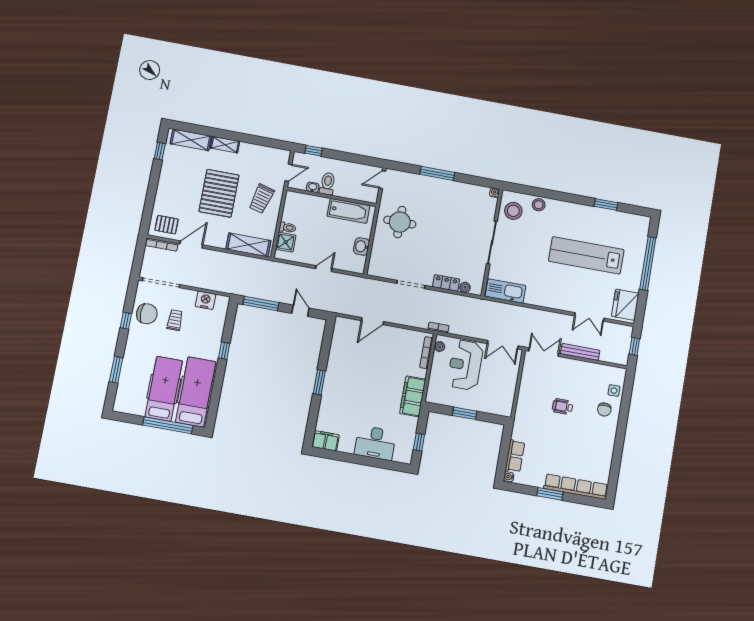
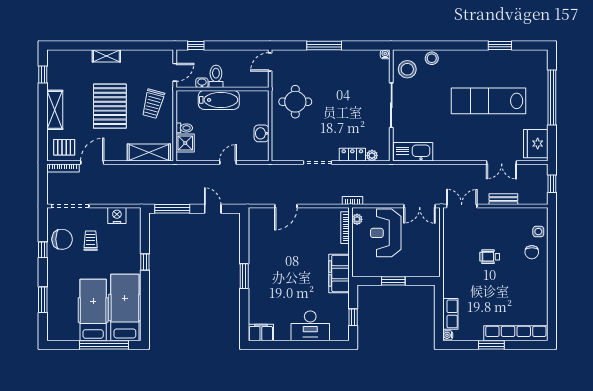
shelving: (191, 140) -> (55, 110), moved, turned 90
bathtub: (348, 211) -> (219, 100), moved
bench: (580, 352) -> (503, 199), width x0.73

